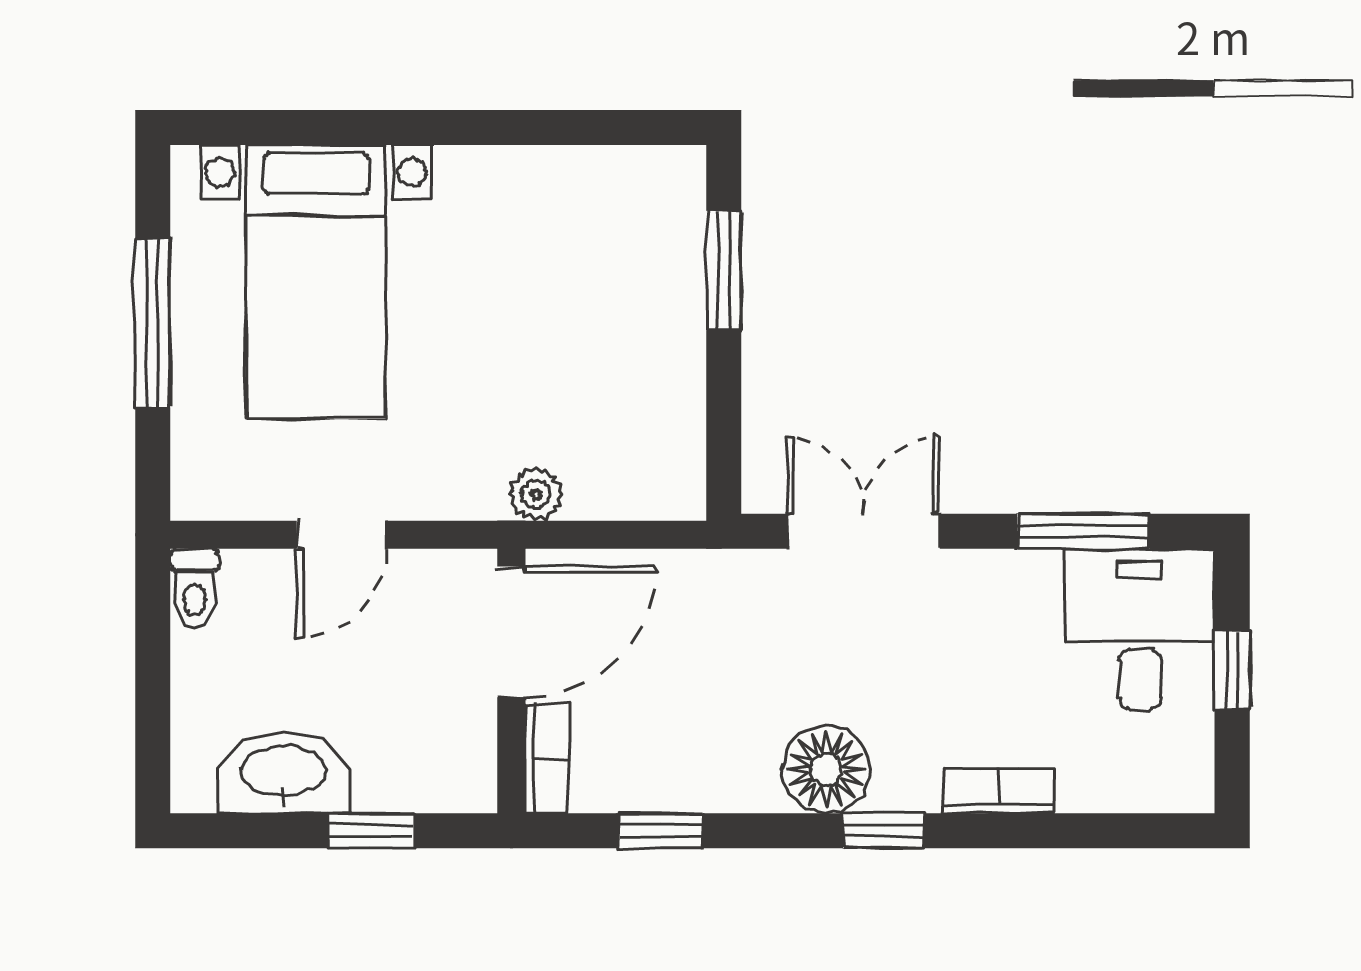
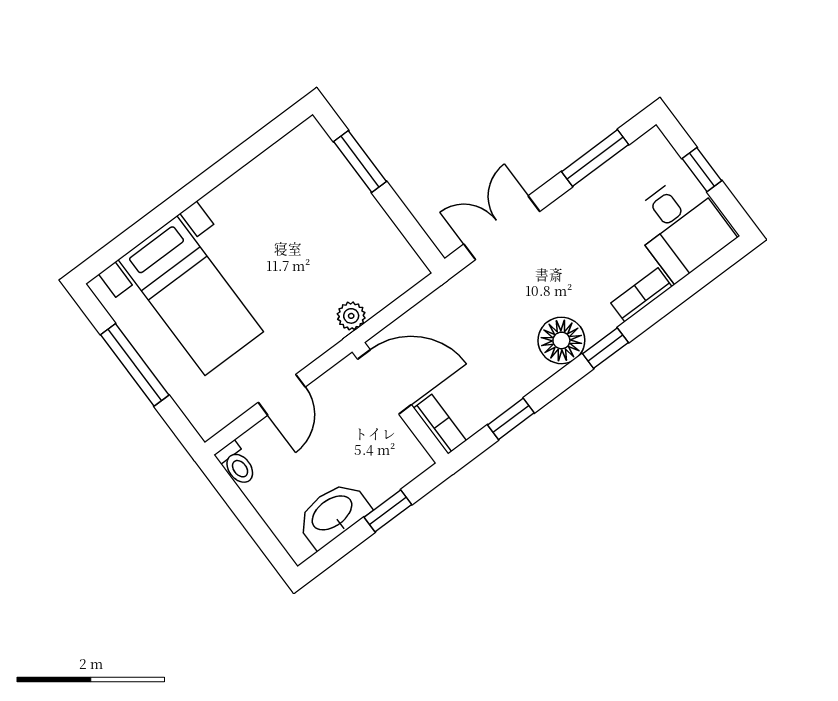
desk: (1140, 629) -> (681, 227), moved, turned 180
door: (511, 632) -> (385, 382), hinge flipped

